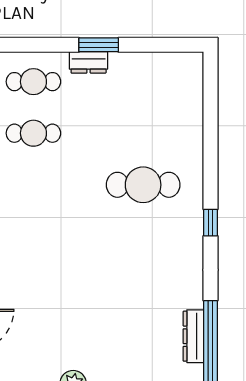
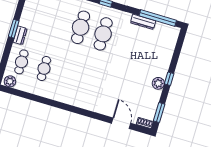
cafe table: (143, 236) -> (103, 34), added
dresser: (193, 336) -> (143, 22), moved

